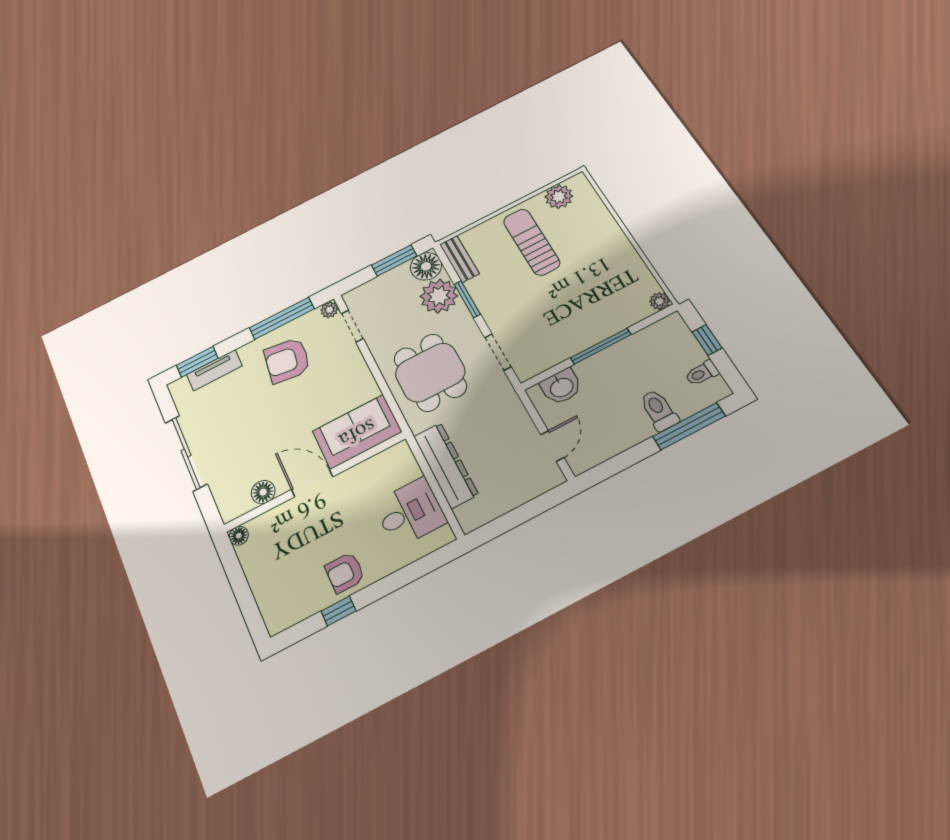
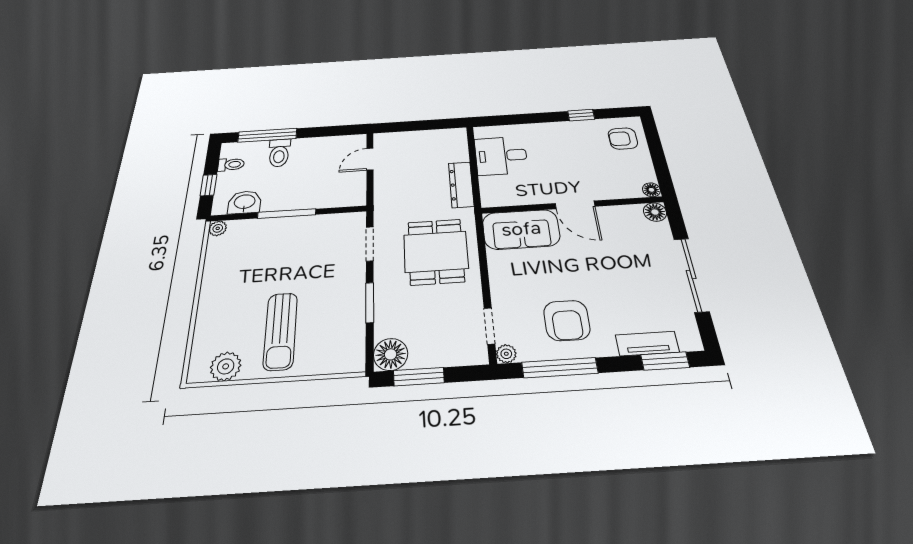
bench: (459, 259) -> (355, 346), removed
plant: (439, 296) -> (394, 318), removed
armchair: (287, 360) -> (567, 320), turned 82
washbasin: (561, 387) -> (245, 202), moved
dresser: (446, 465) -> (461, 185), width x0.73, depth x0.80
floor lamp: (263, 492) -> (655, 212), moved
armchair: (345, 573) -> (623, 139), moved, turned 180

